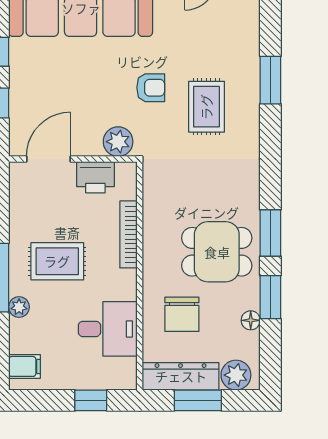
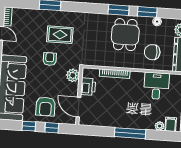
armchair: (45, 86) -> (46, 107), added
rug: (57, 261) -> (125, 106), removed
plant: (19, 307) -> (160, 126), moved
chair: (182, 314) -> (152, 52), turned 180

